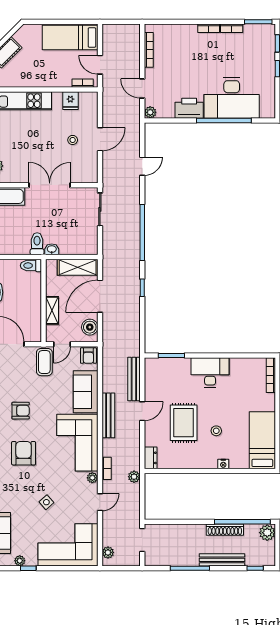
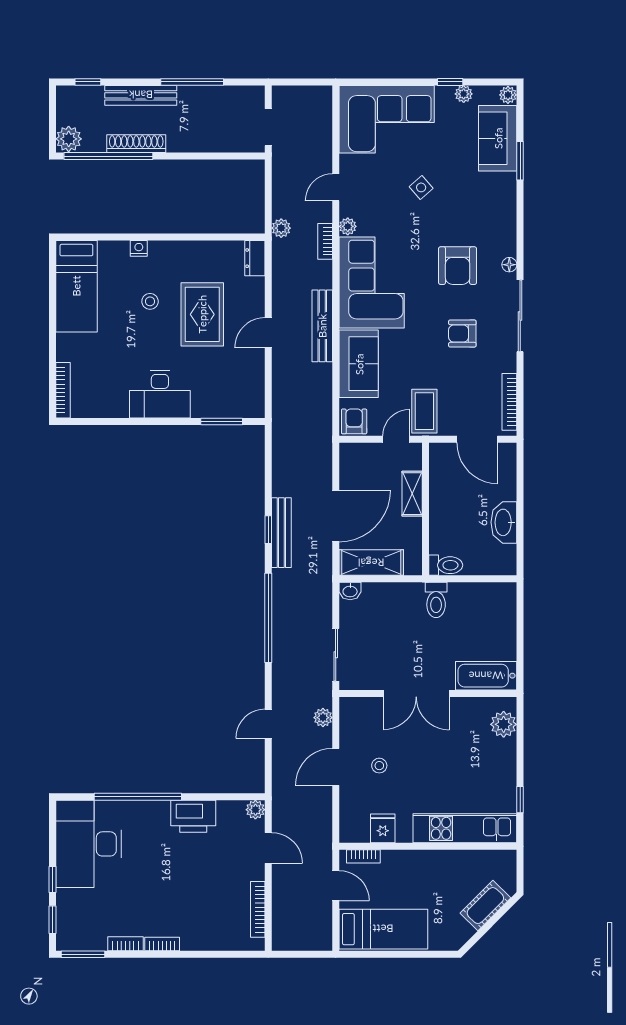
desk: (232, 98) -> (89, 844), moved, turned -90
washbasin: (52, 249) -> (350, 591), moved
boiler: (90, 327) -> (352, 467), removed
bench: (134, 379) -> (281, 533), moved
plant: (108, 552) -> (323, 718), moved

